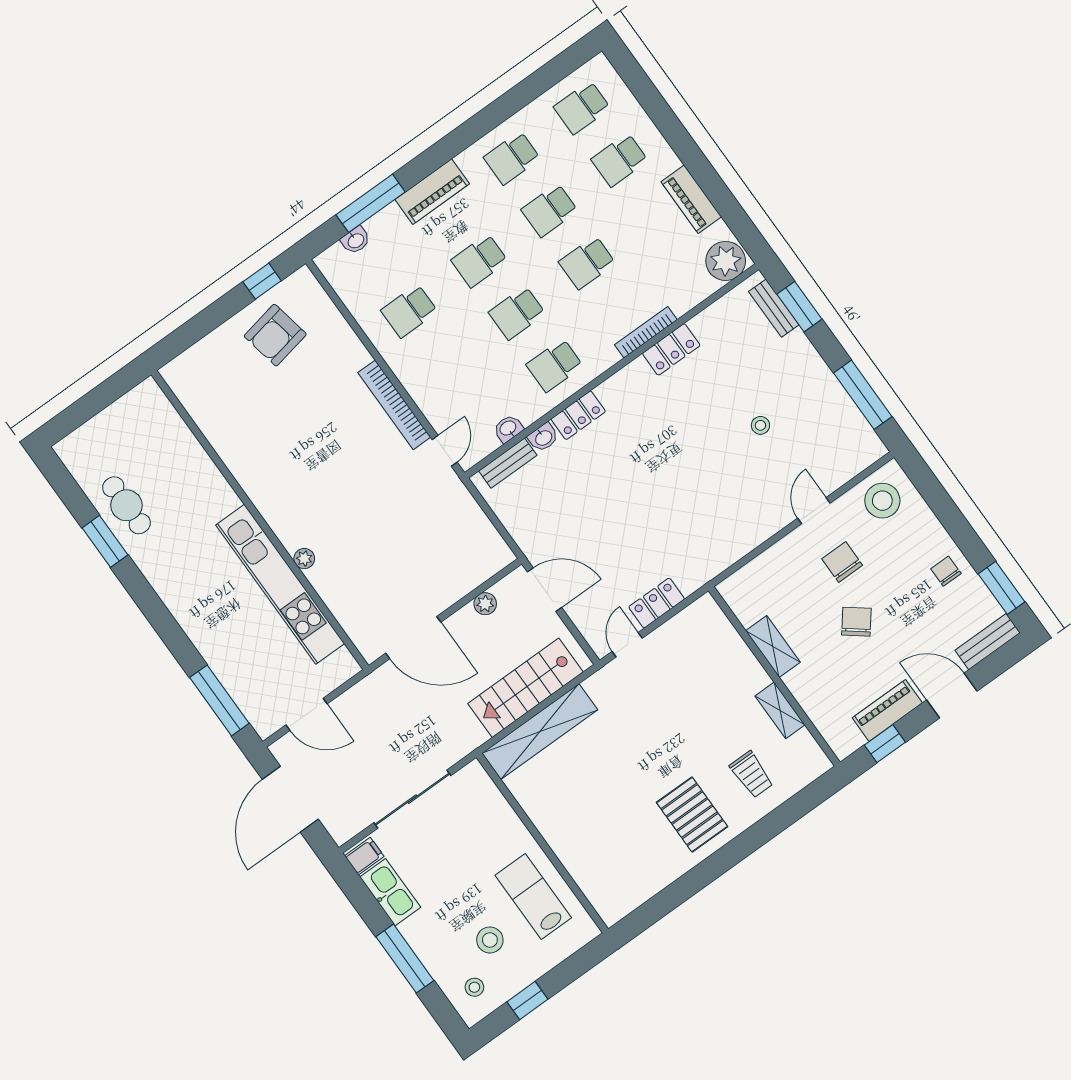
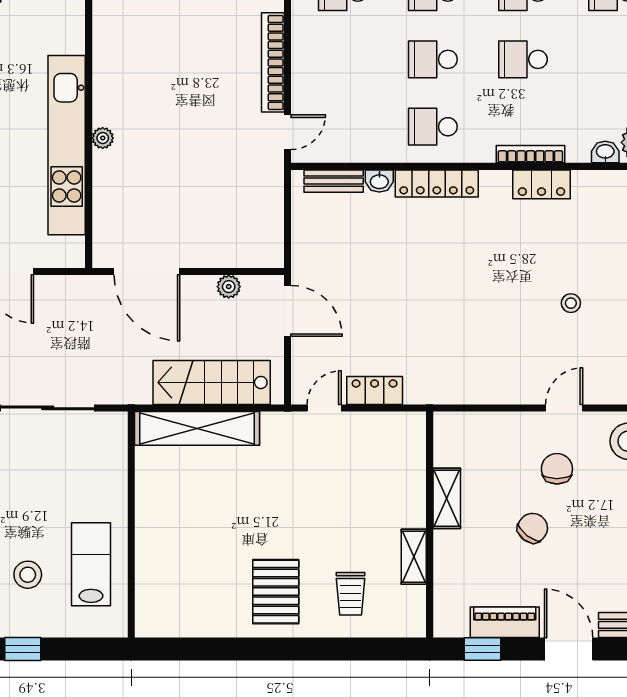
locker: (578, 415) -> (437, 183), width x1.53
washbasin: (508, 429) -> (605, 152), moved

